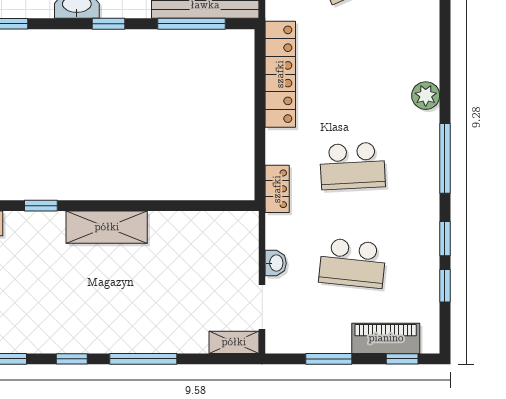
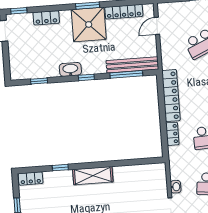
locker: (277, 189) -> (172, 134), moved

